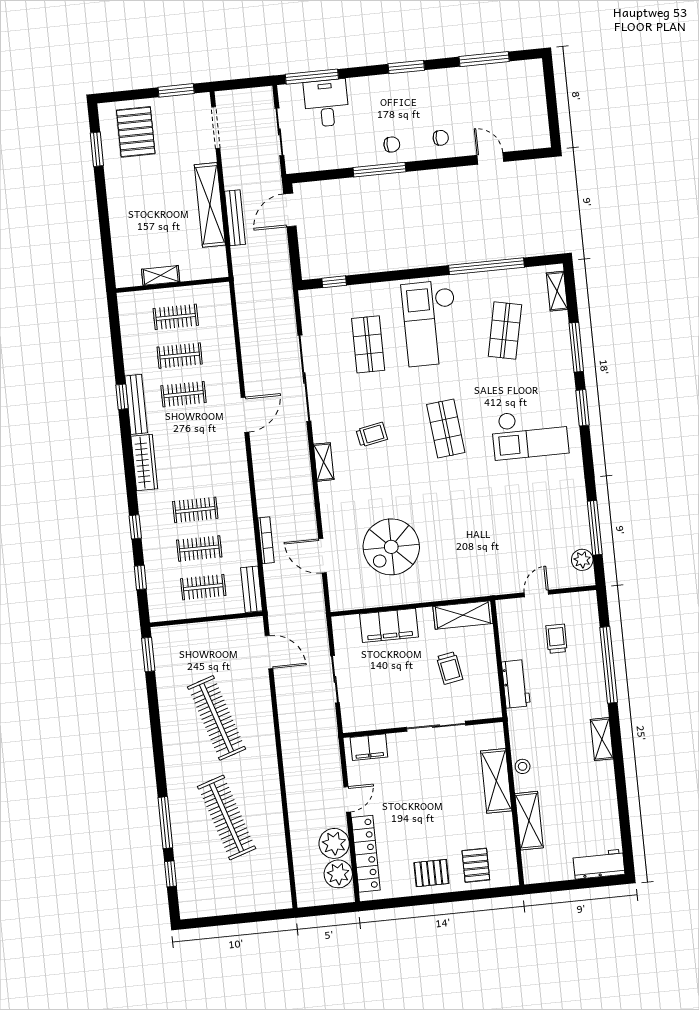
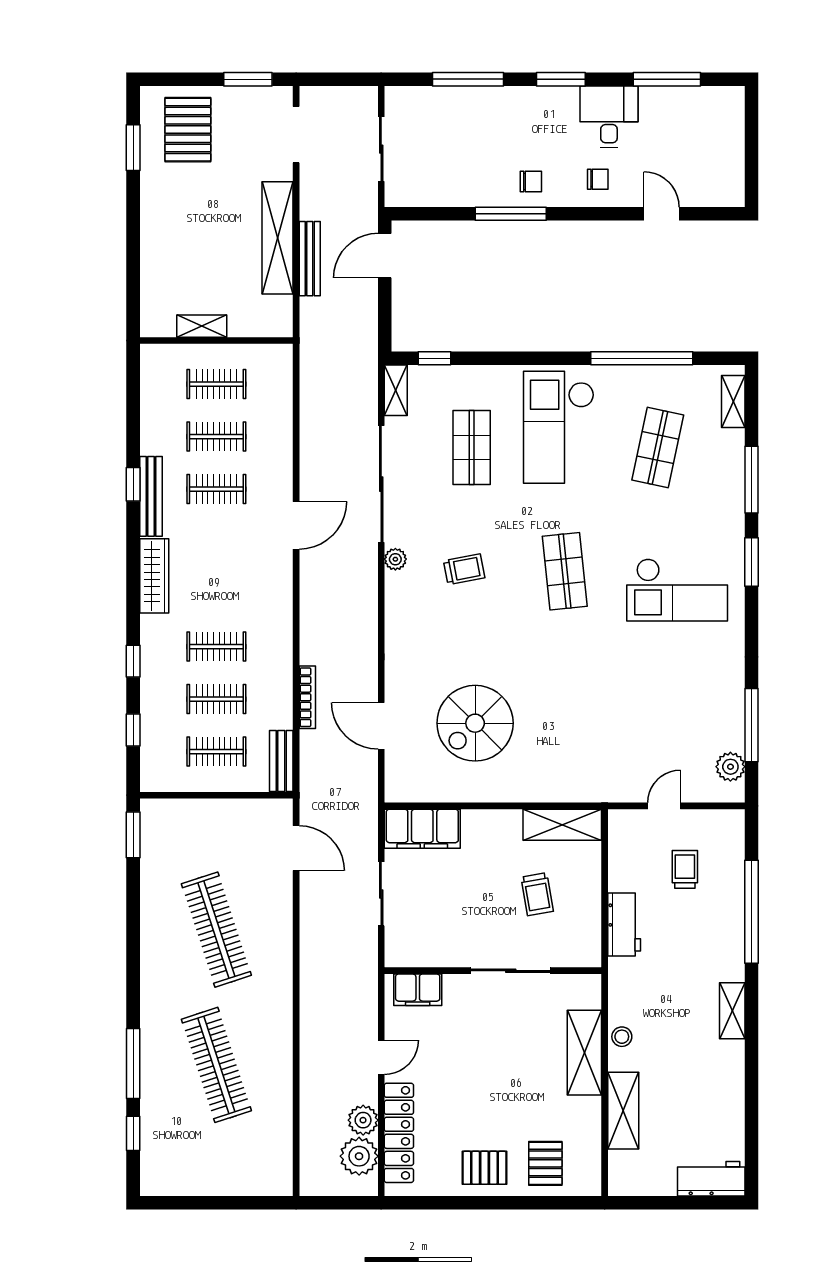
window: (312, 77) -> (468, 79), moved
desk: (326, 103) -> (609, 117), moved
plant: (320, 432) -> (395, 559), added
shelving: (324, 462) -> (396, 390), moved
filing cabinet: (389, 625) -> (422, 829), moved
plant: (334, 843) -> (363, 1120), width x0.73, depth x0.73

